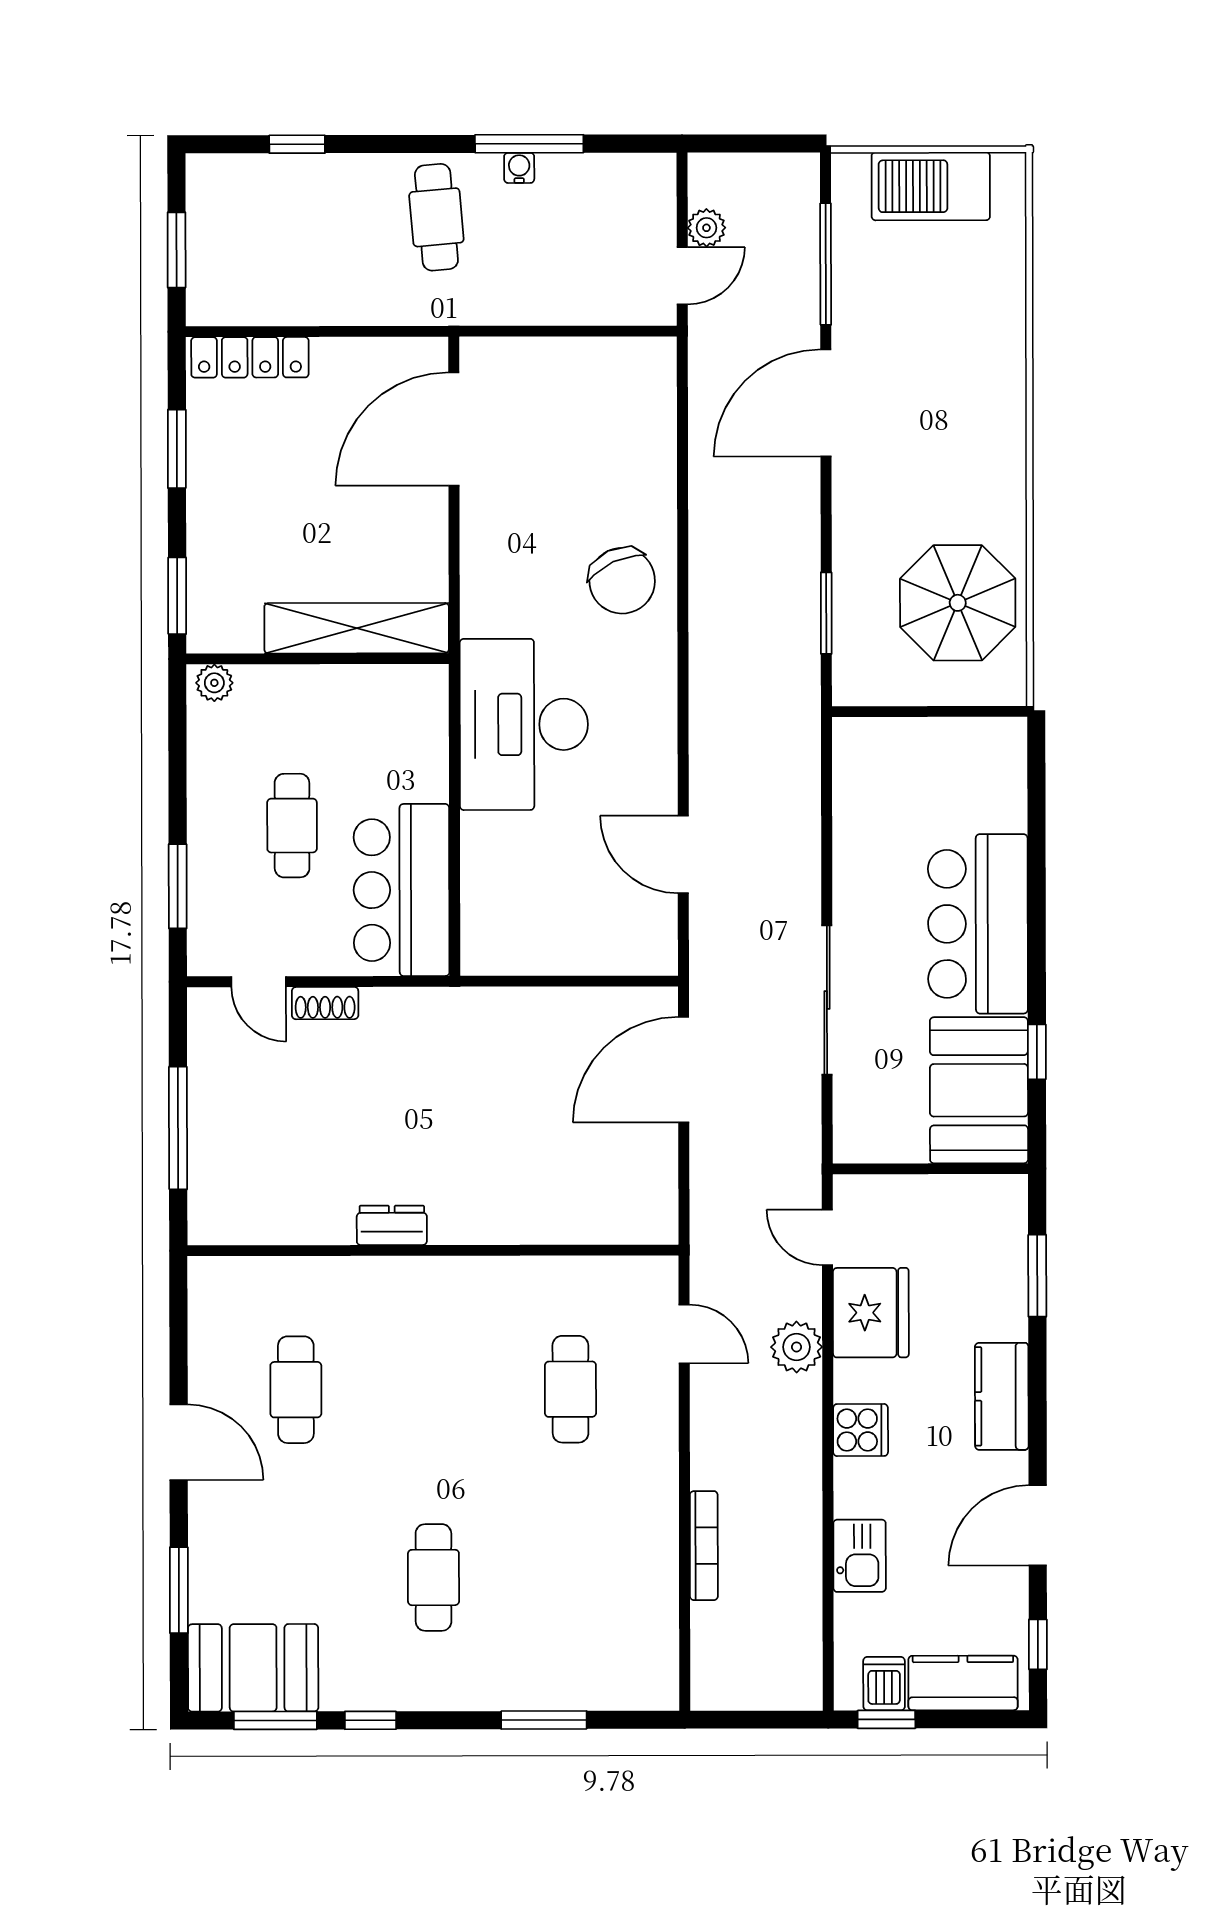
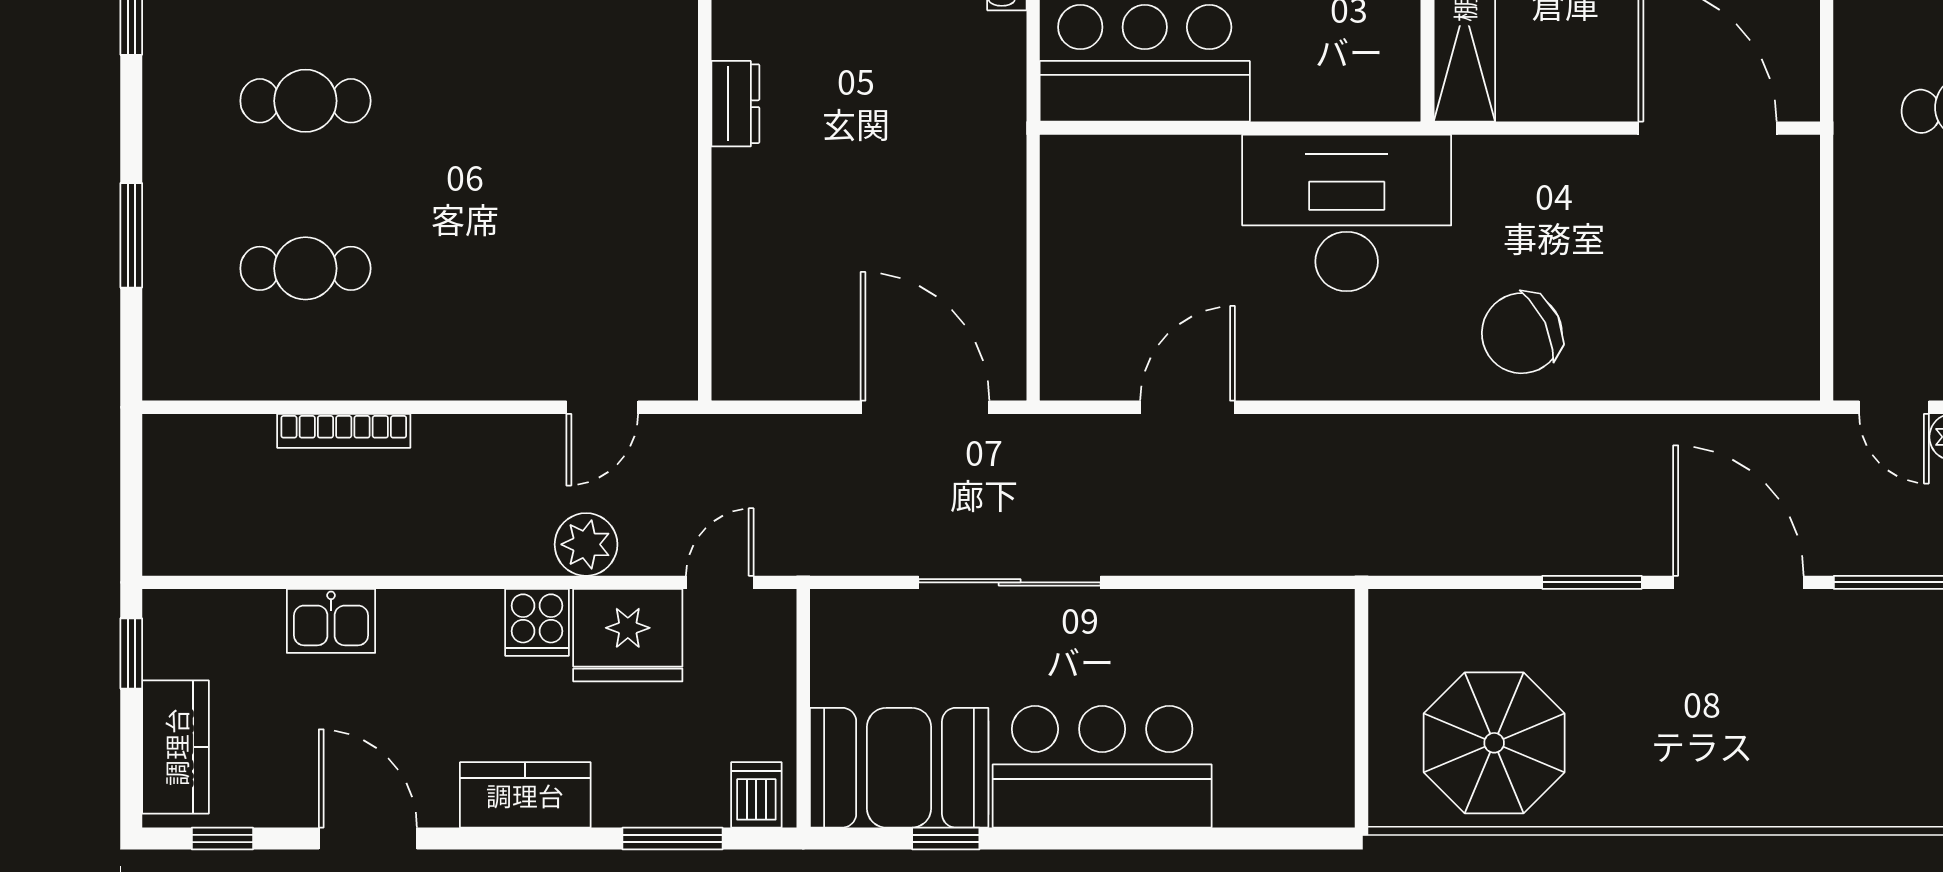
window: (826, 613) -> (1592, 582), moved
dresser: (392, 1225) -> (735, 104), moved
cafe table: (570, 1389) -> (305, 268), moved
cooker: (861, 1430) -> (537, 622), moved
dishwasher: (884, 1684) -> (756, 795), moved, turned -90

